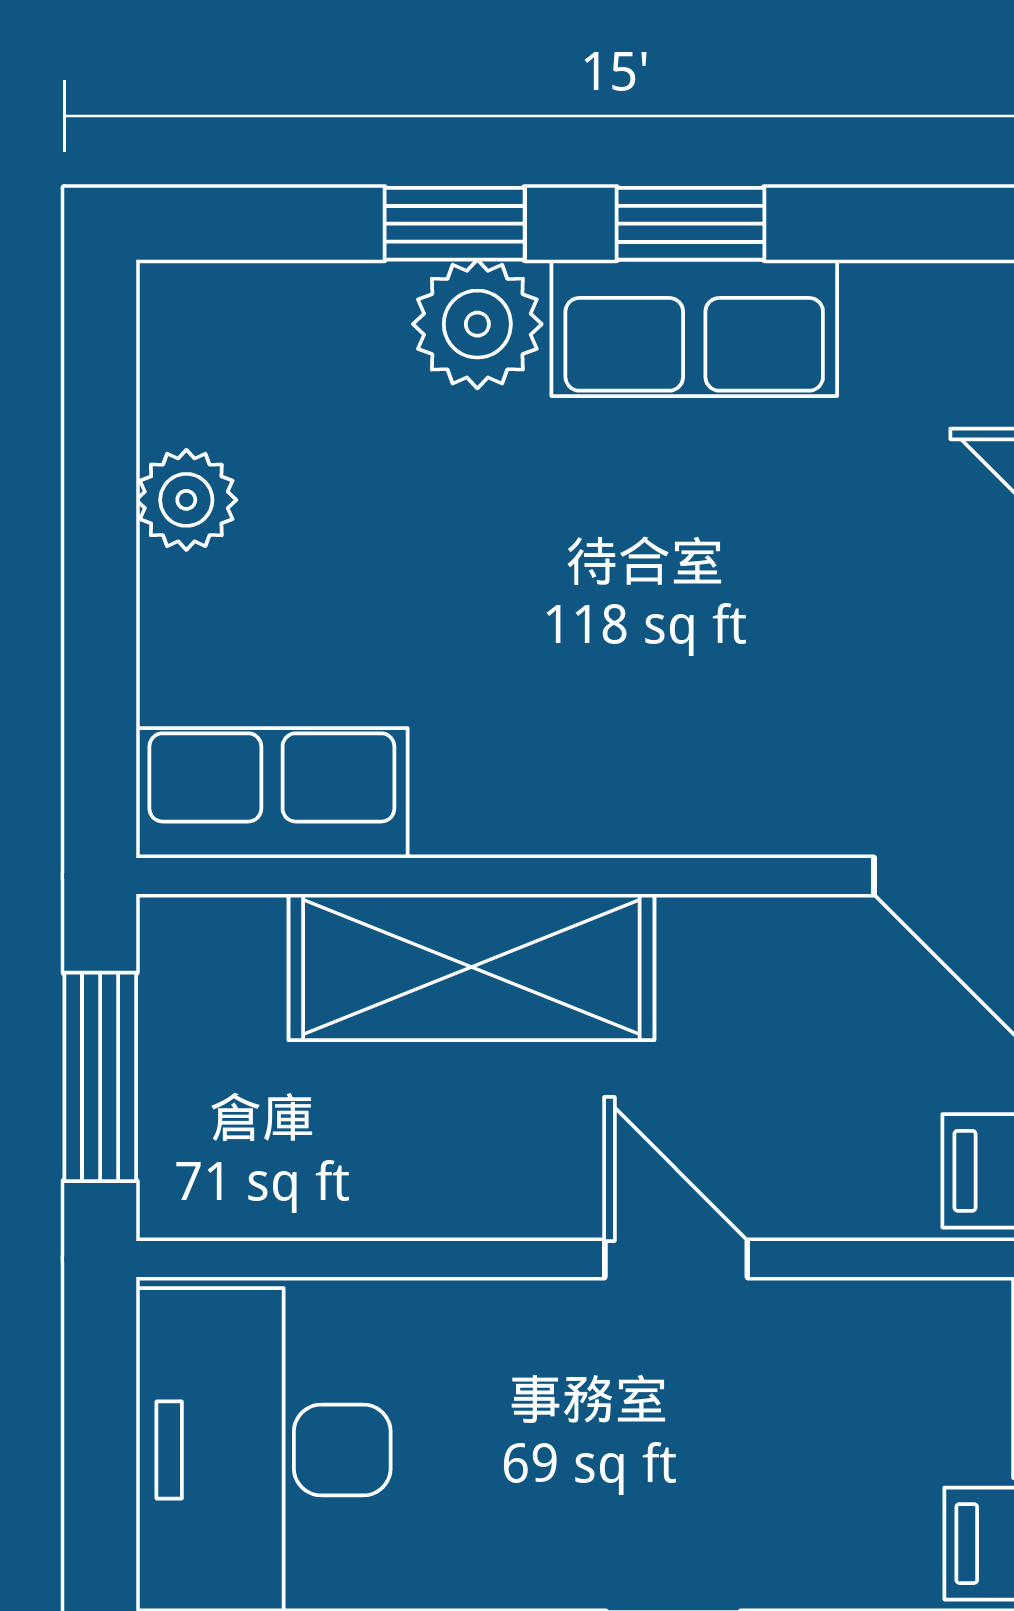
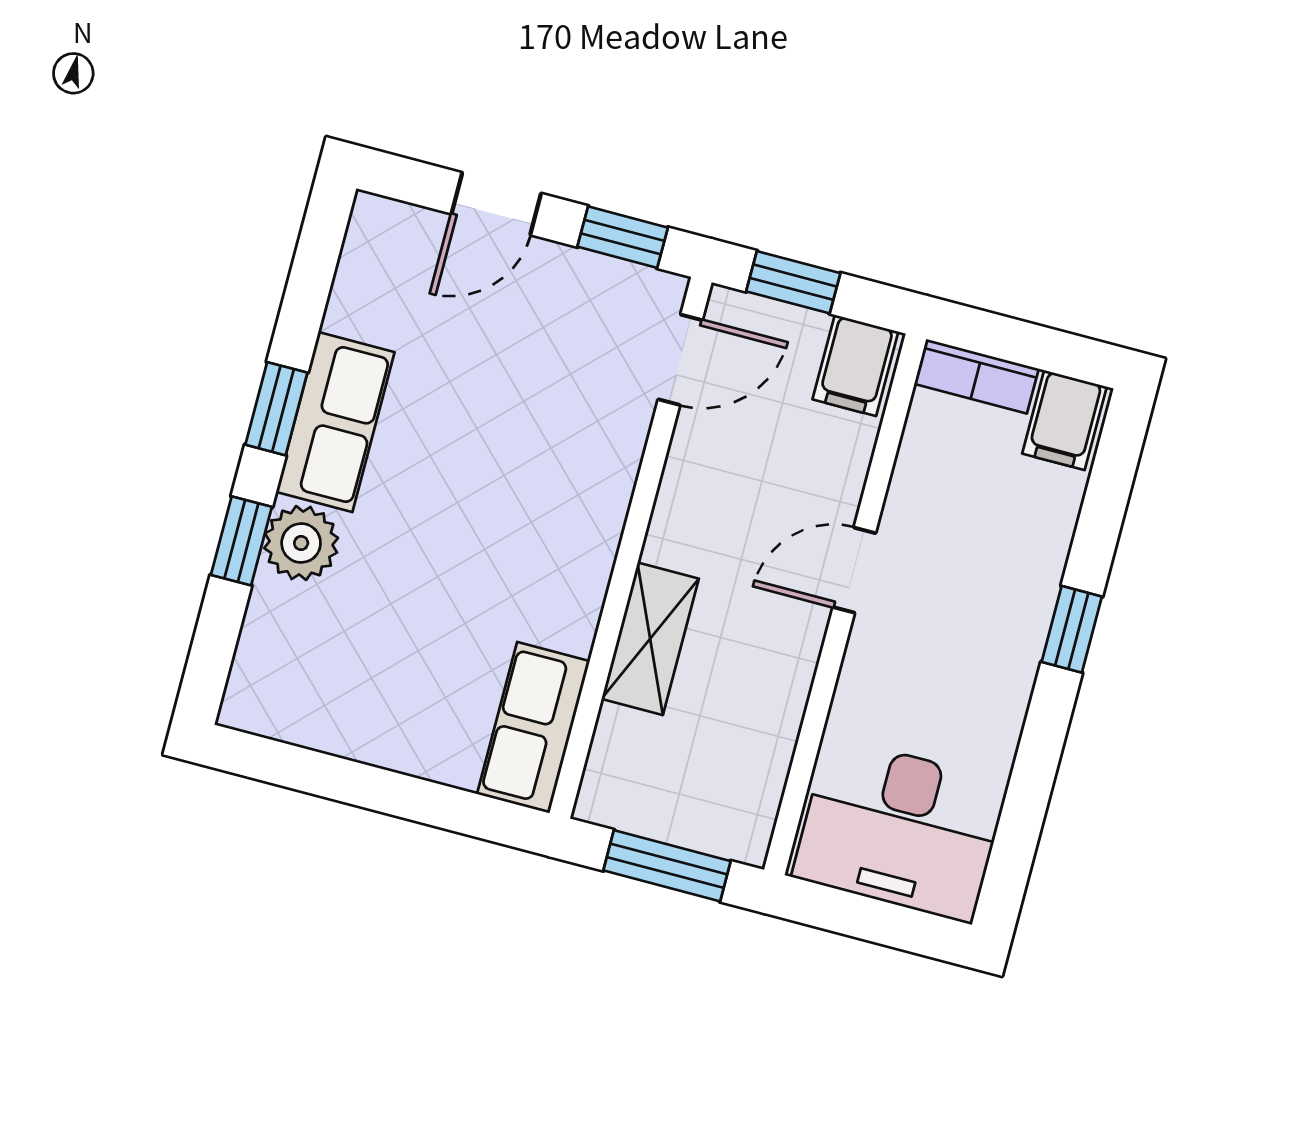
plant: (186, 500) -> (356, 732), removed
shelving: (471, 967) -> (650, 639), width x0.67, depth x0.75

